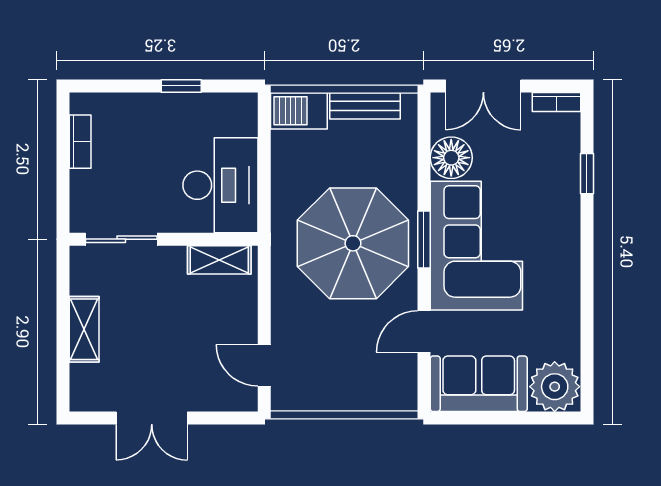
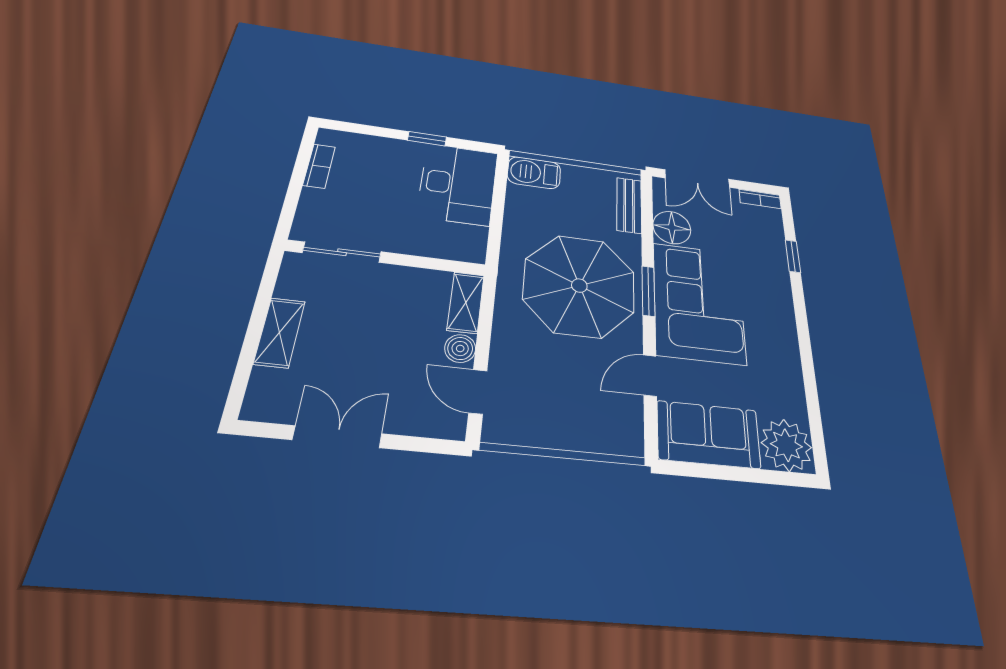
bench: (365, 106) -> (629, 205), moved, turned 90
desk: (220, 185) -> (458, 184), moved
shelving: (219, 260) -> (466, 302), moved, turned 90
boiler: (244, 325) -> (460, 348), added
double door: (152, 418) -> (338, 437), swing flipped

